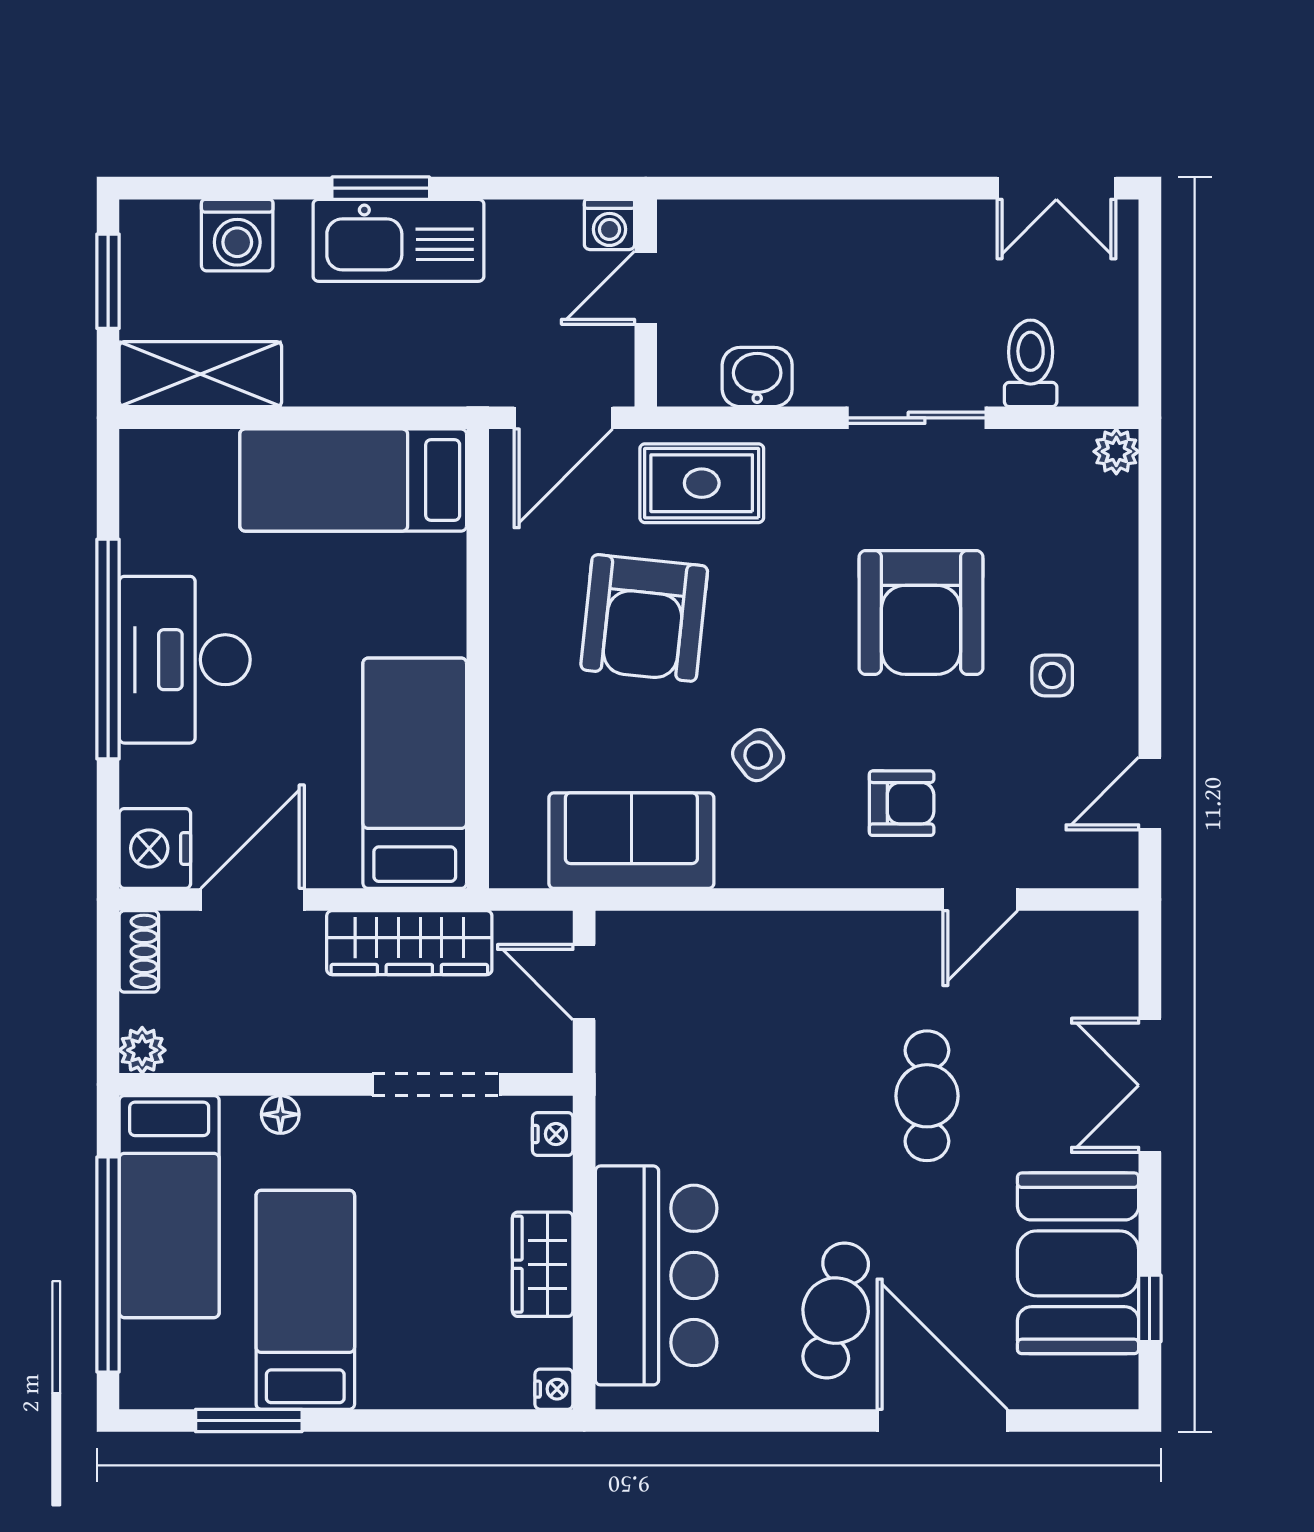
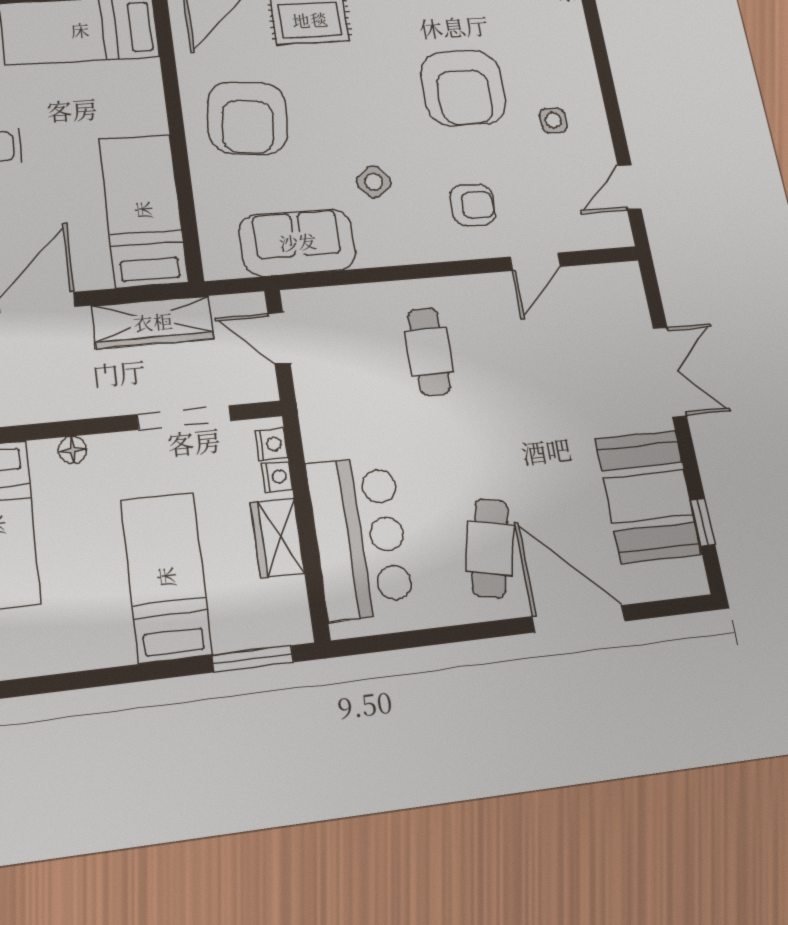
armchair: (644, 618) -> (247, 118), moved
double door: (1150, 1085) -> (670, 372), swing flipped
cafe table: (927, 1096) -> (429, 352), moved
bed: (305, 1300) -> (166, 577), moved
nightstand: (554, 1389) -> (277, 477), moved
window: (249, 1420) -> (253, 659), moved

